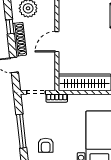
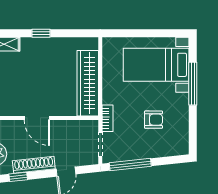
window: (21, 131) -> (130, 165), moved
armchair: (46, 145) -> (154, 120), moved

